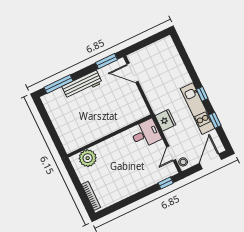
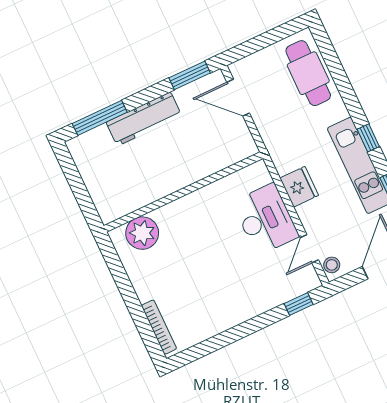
cafe table: (170, 59) -> (308, 73), added
desk: (146, 134) -> (265, 219), width x1.37
wall: (110, 136) -> (183, 192), moved
plant: (88, 158) -> (142, 233), moved

